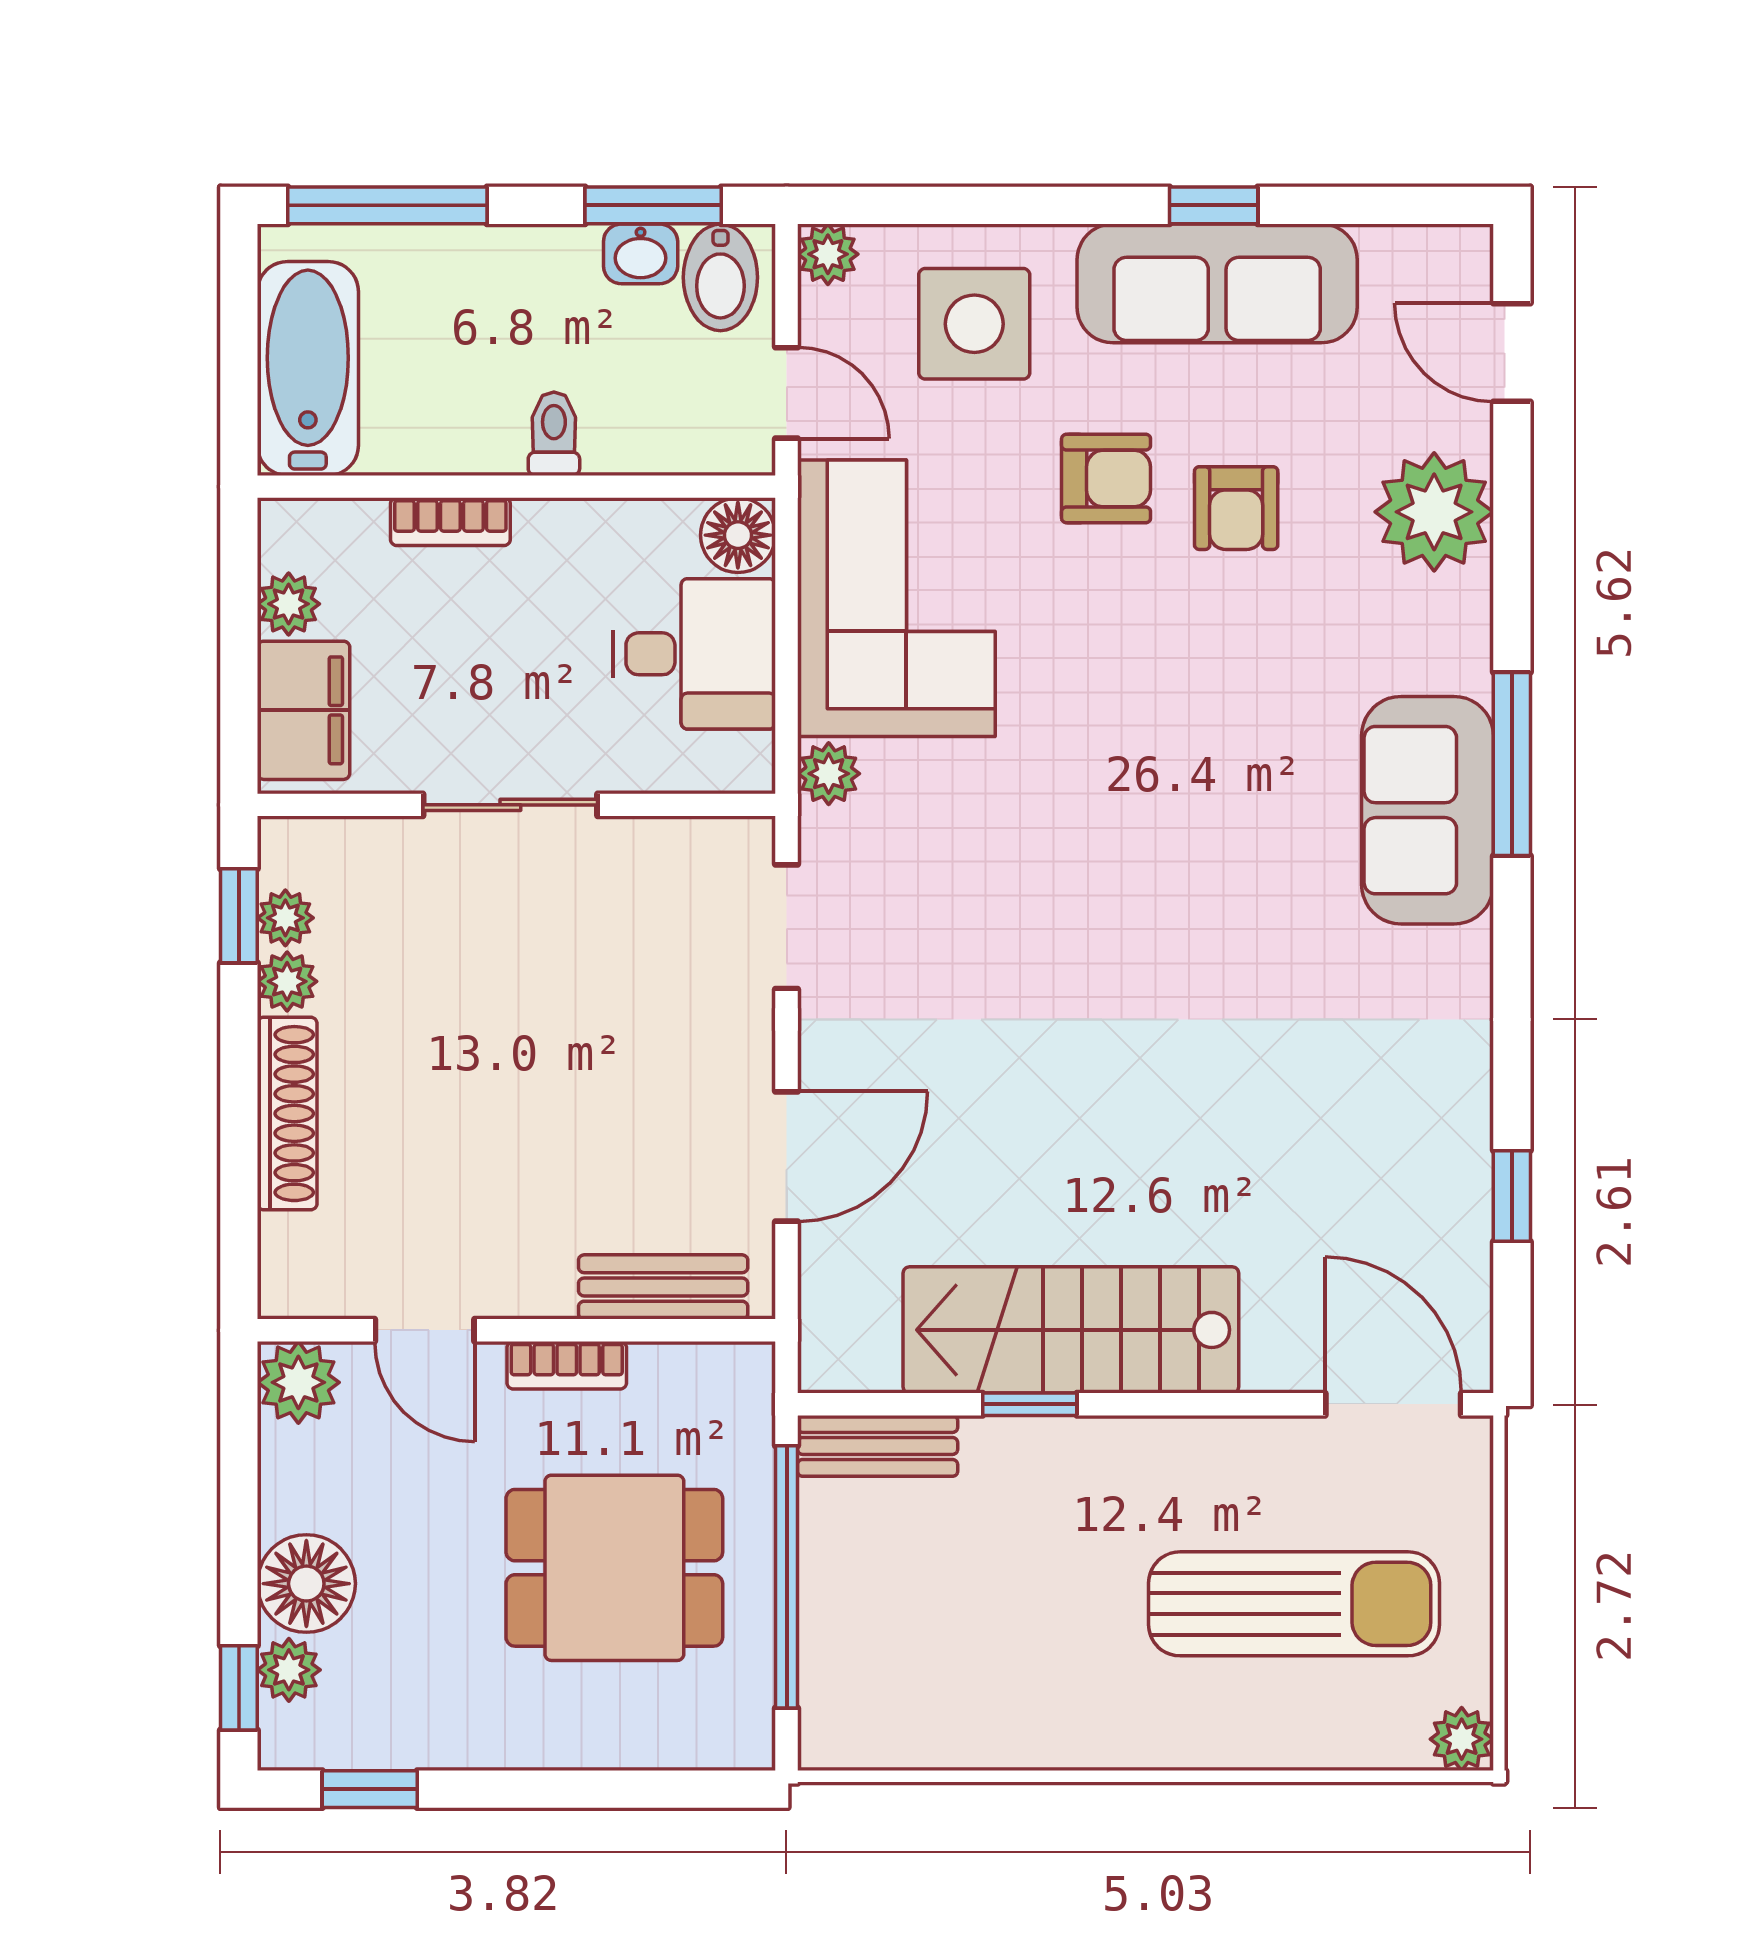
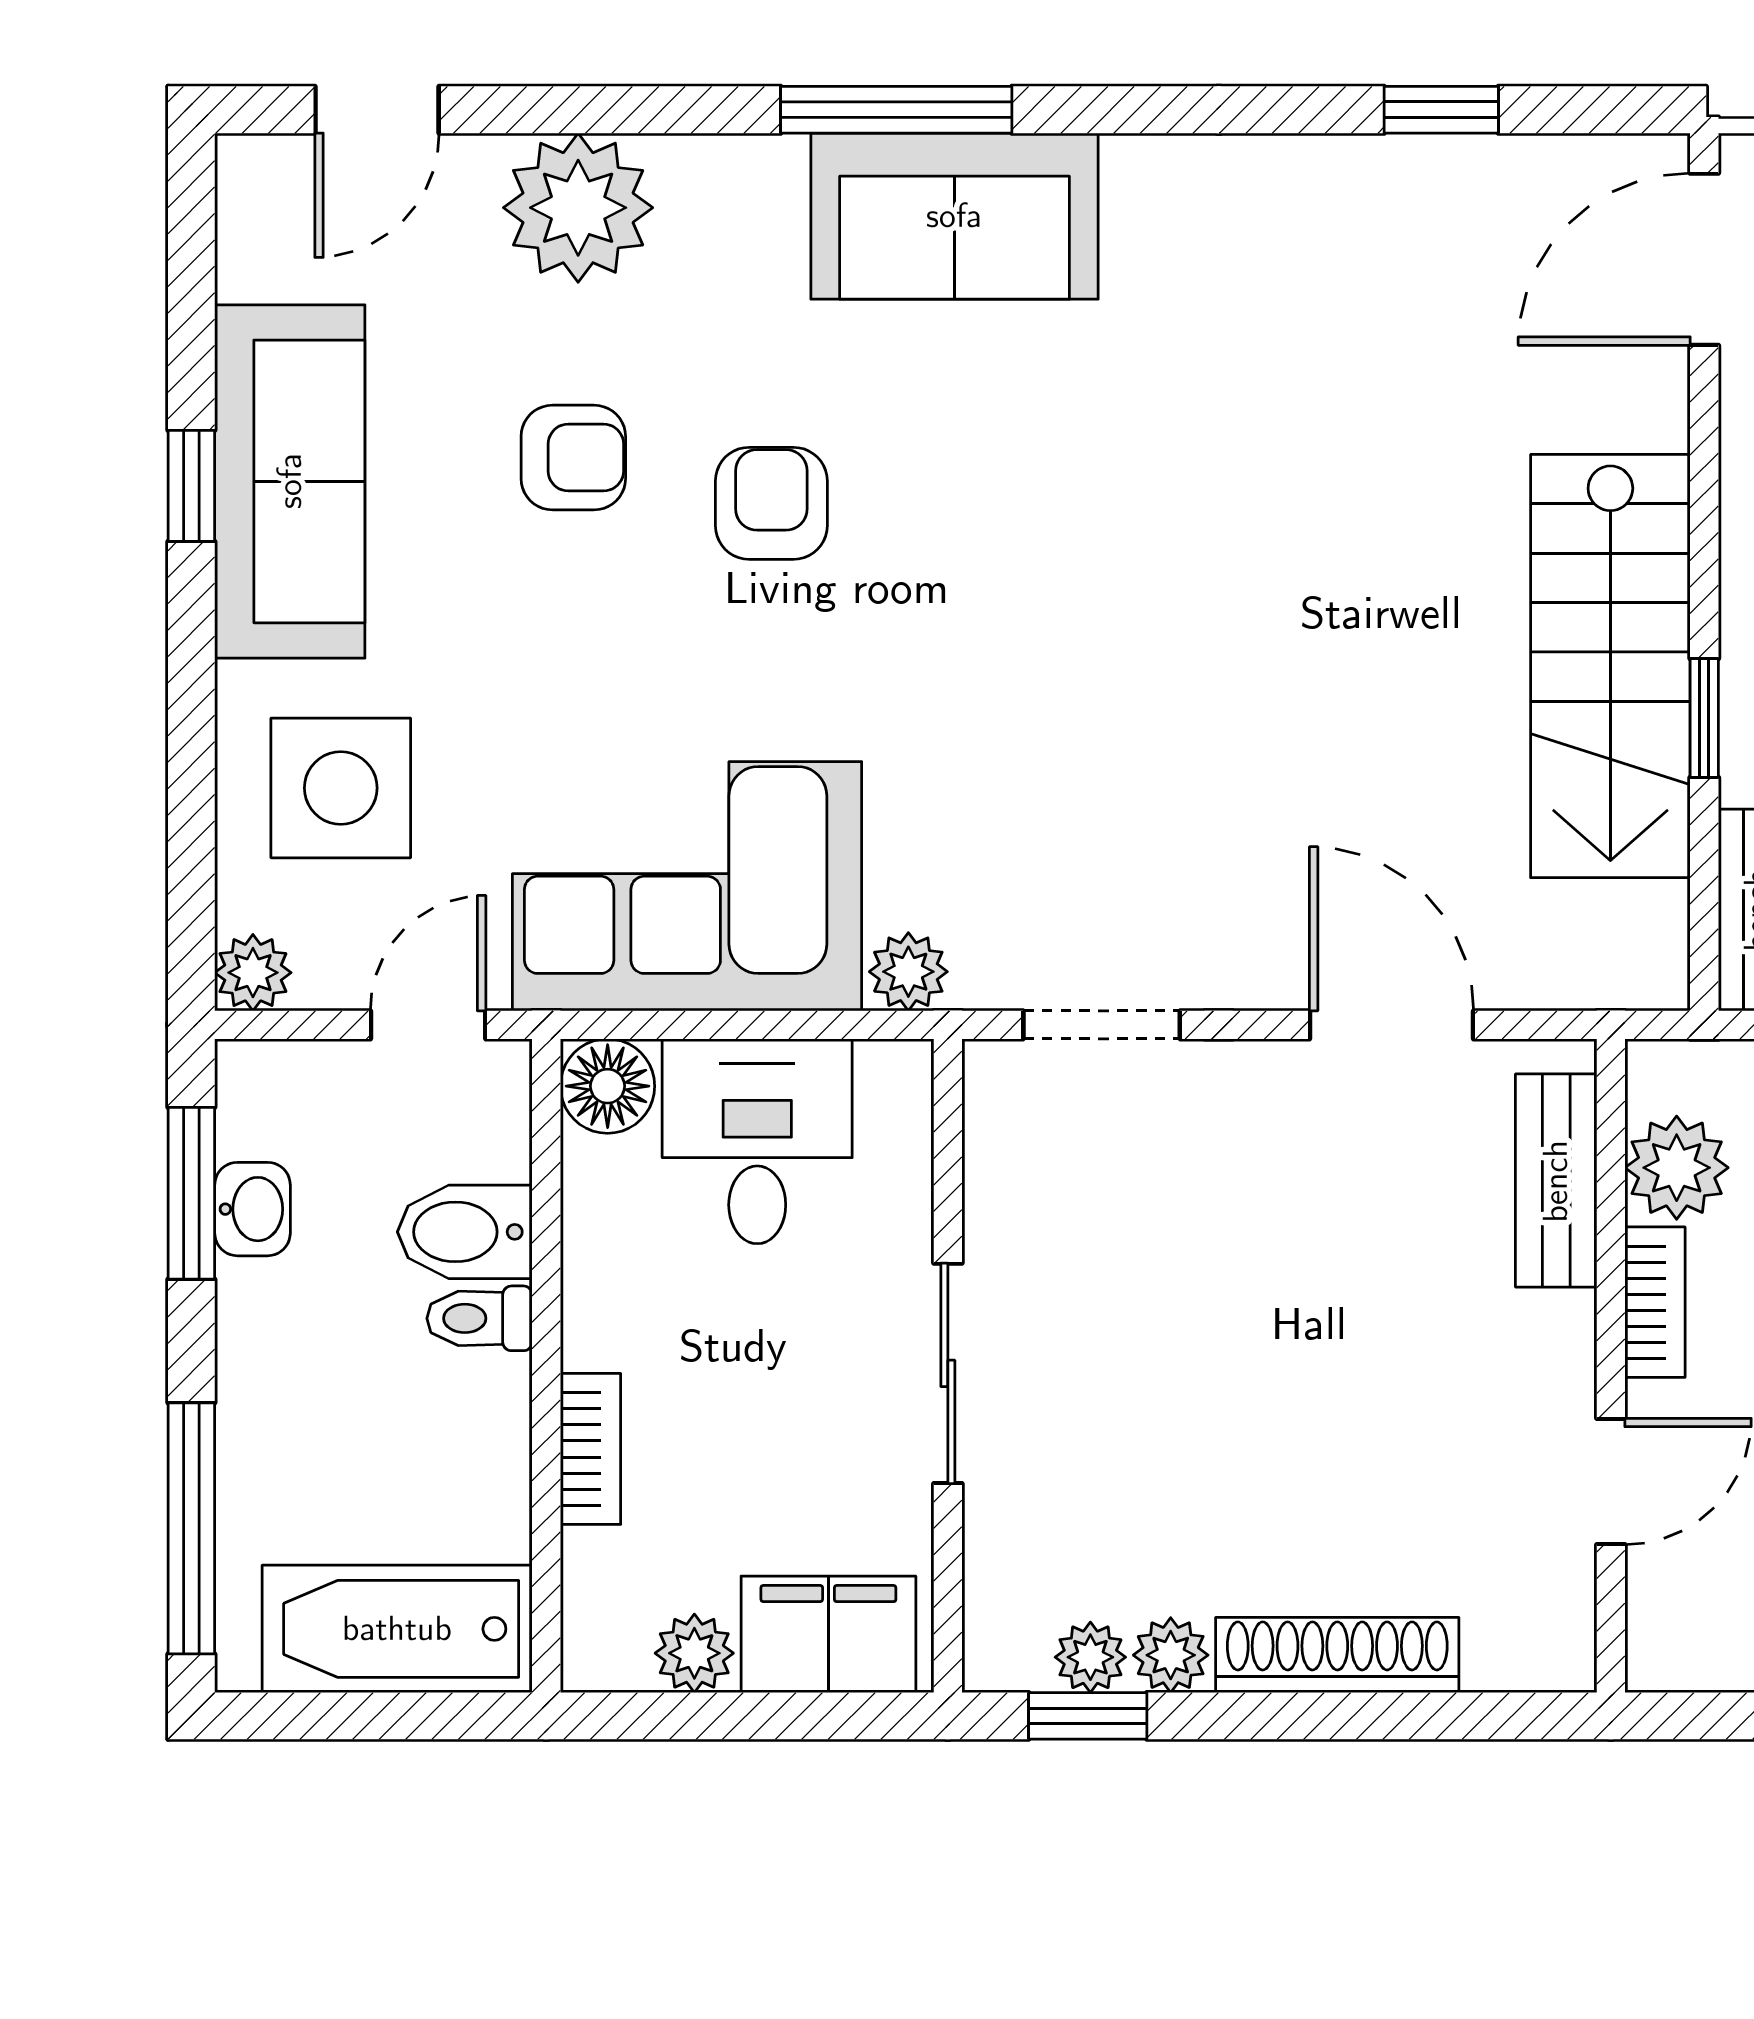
bidet: (720, 277) -> (465, 1232), moved, turned 180
armchair: (1106, 479) -> (771, 503), moved
plant: (298, 1382) -> (1677, 1168), moved

